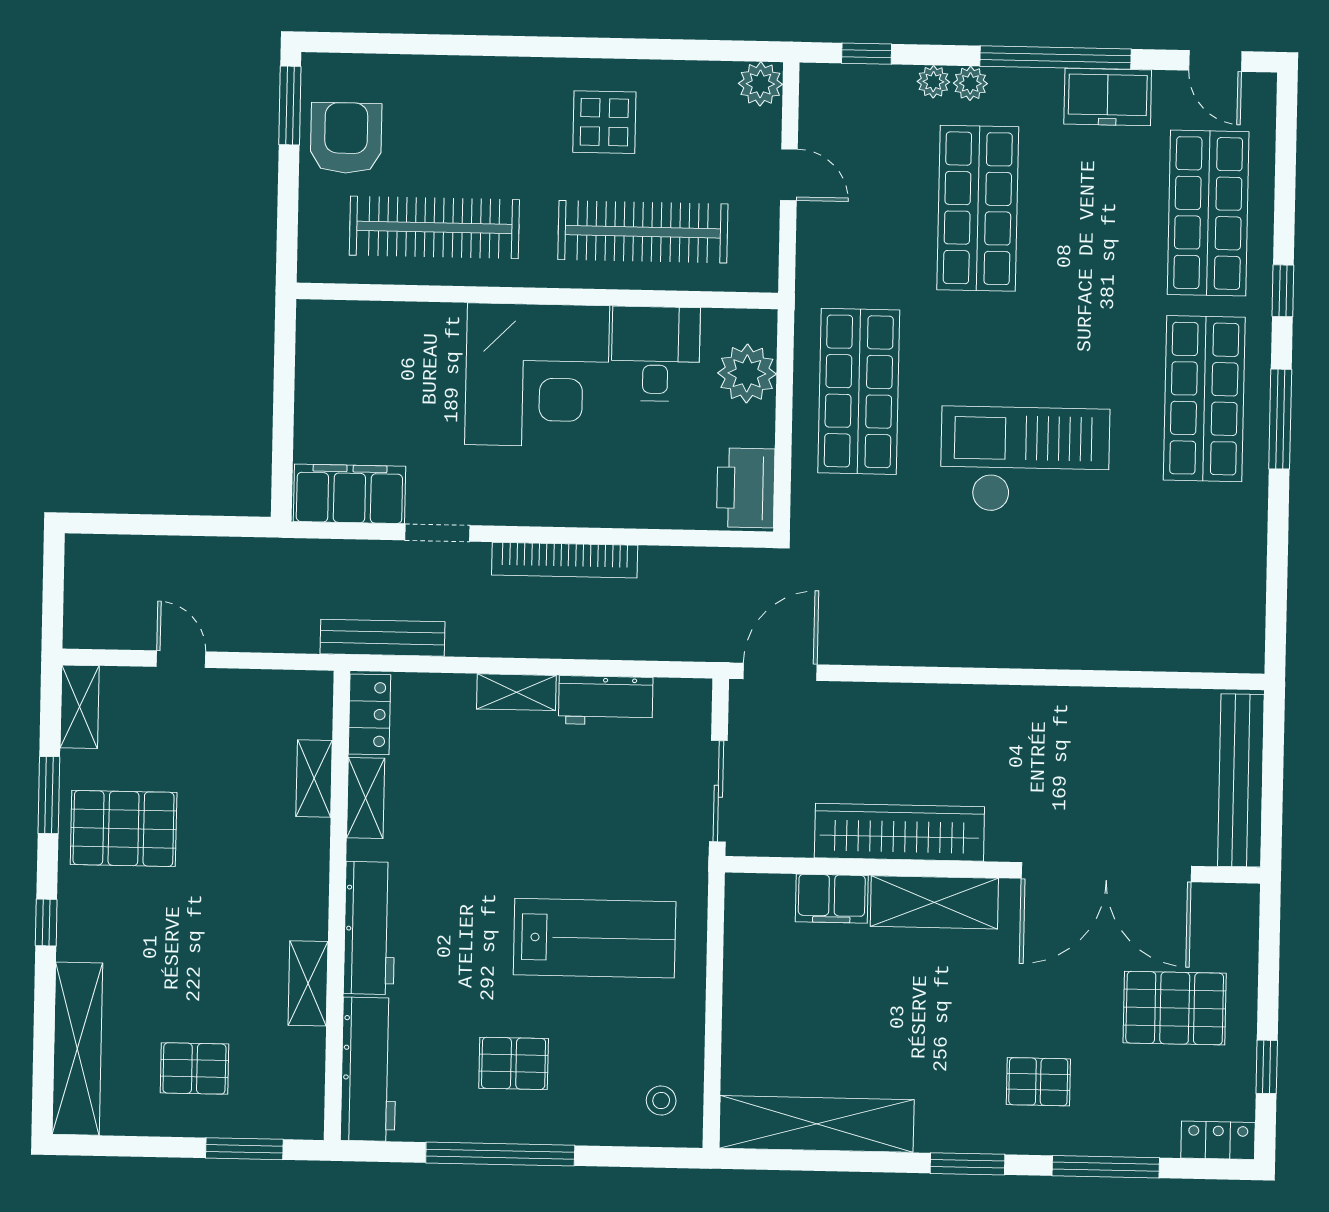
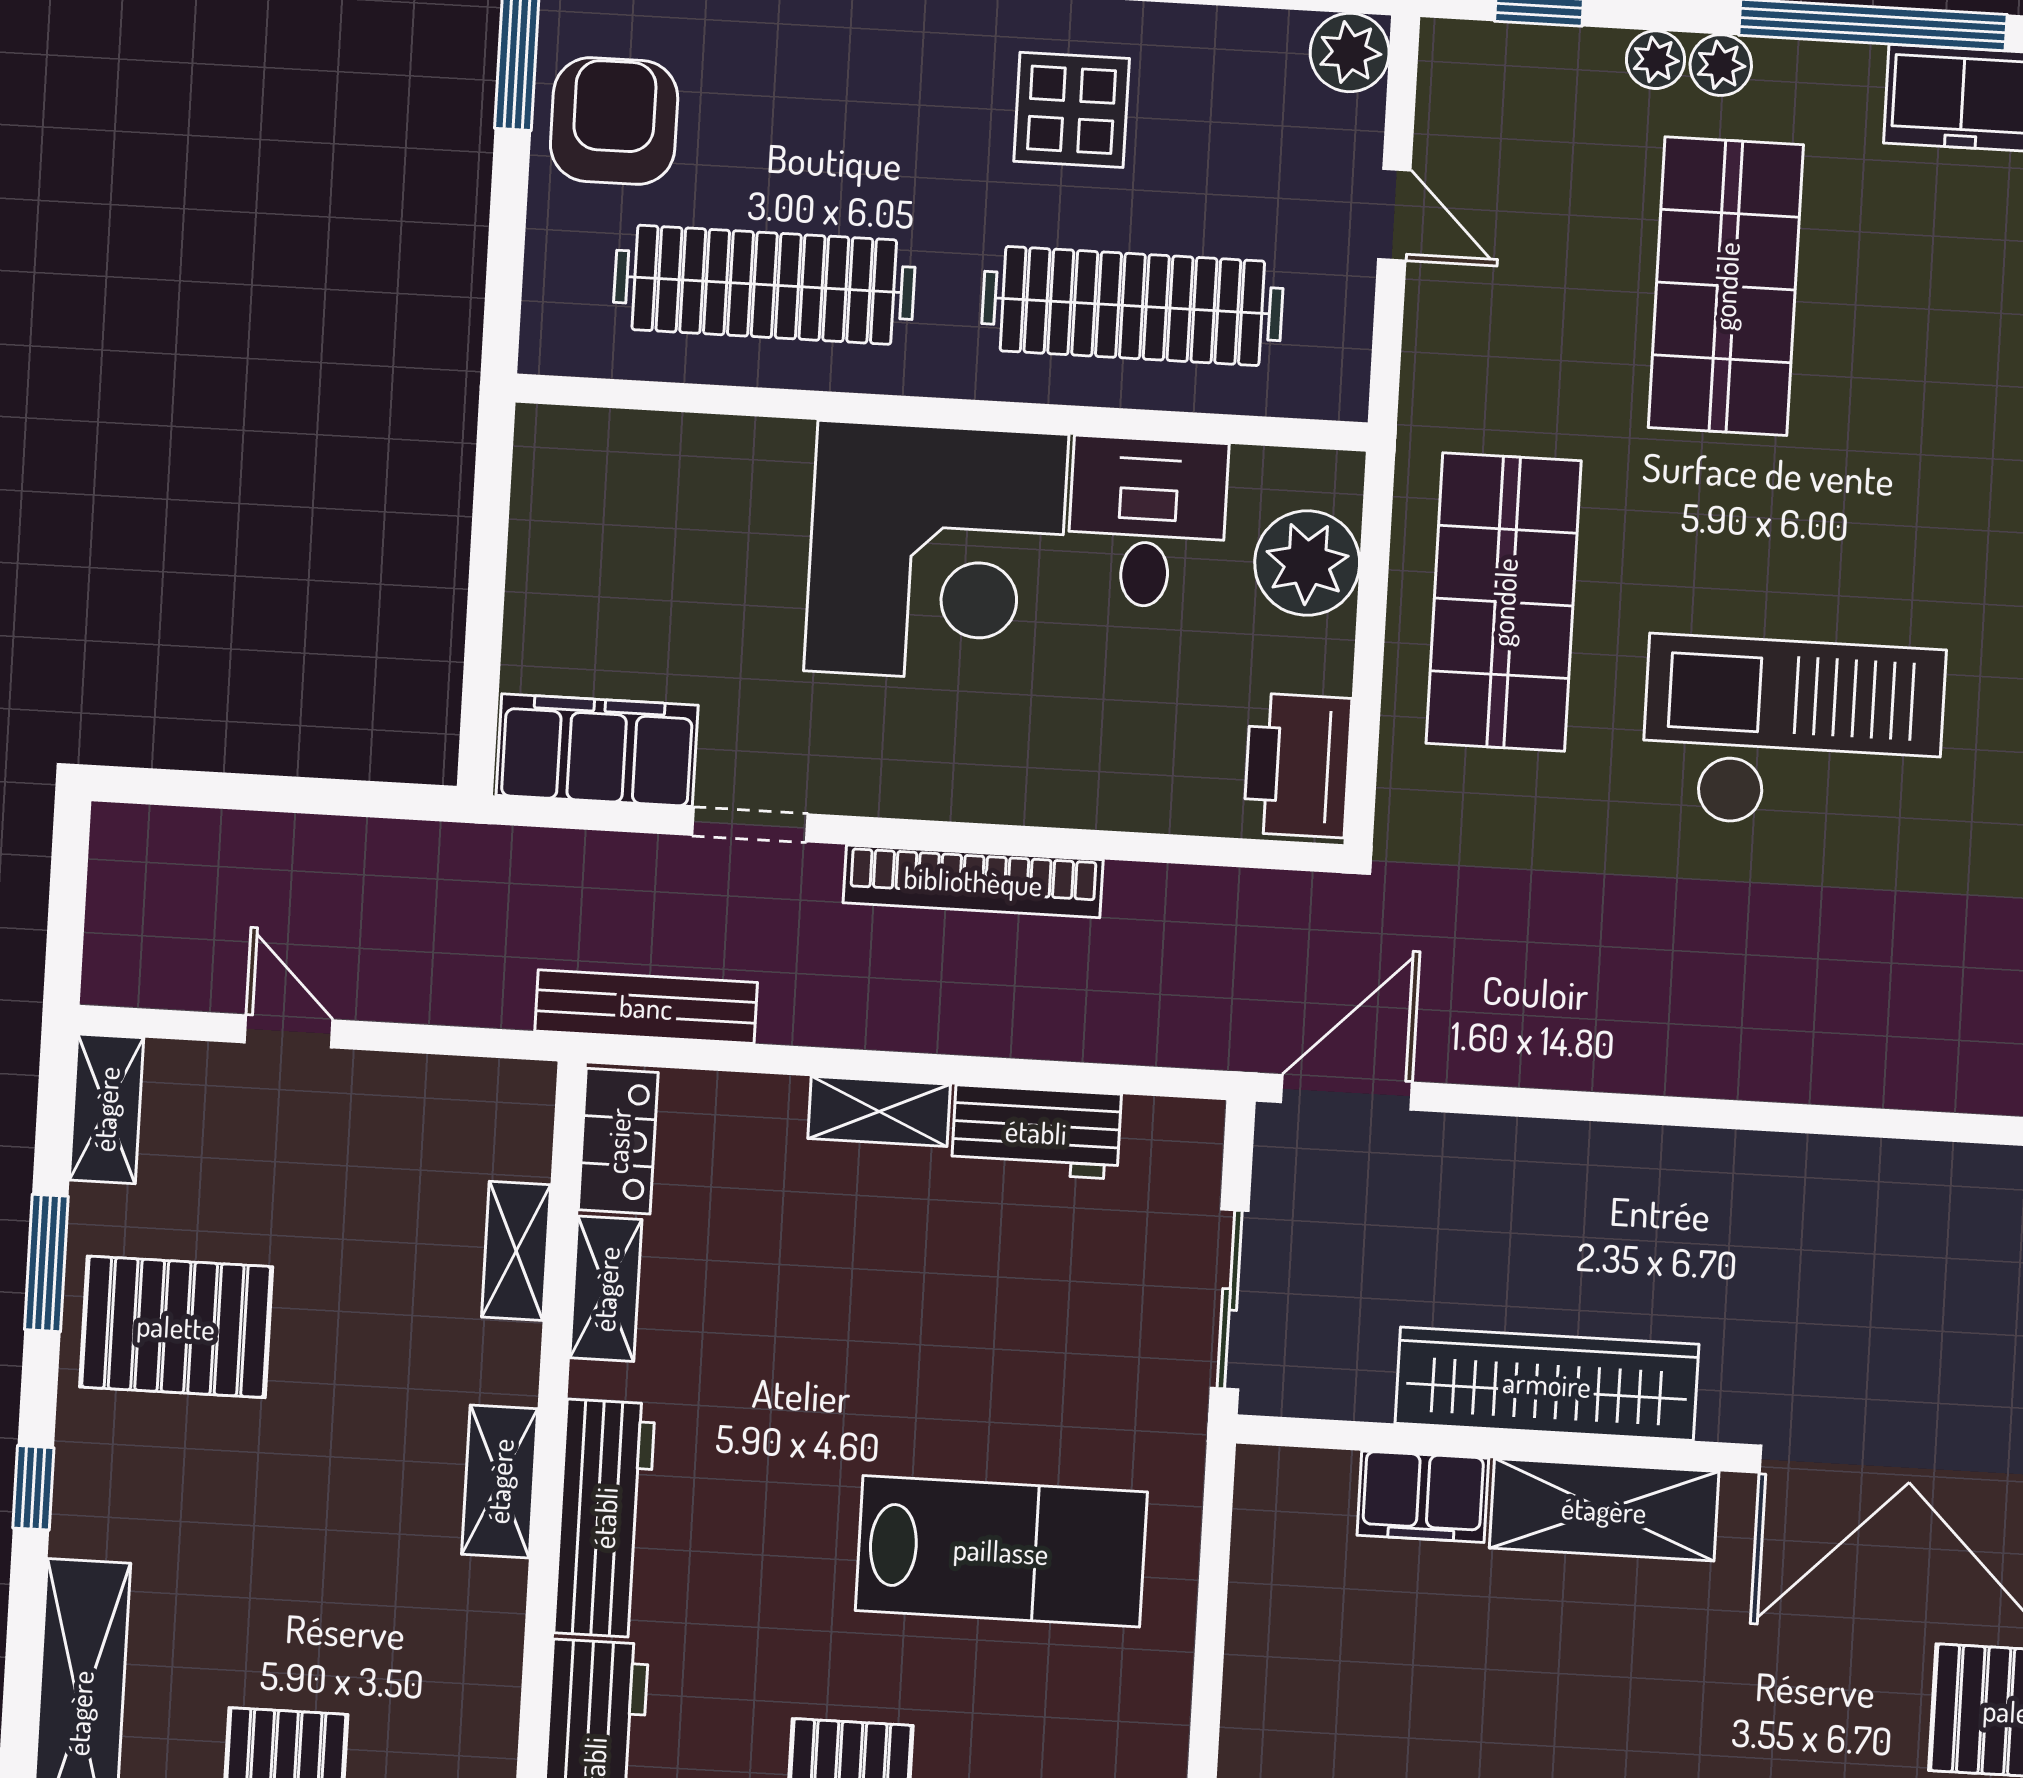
shelving: (308, 983) -> (500, 1481), moved

